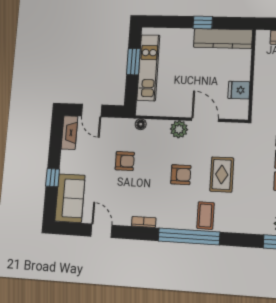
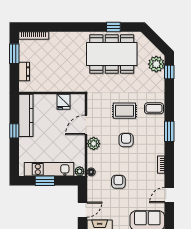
plant: (143, 109) -> (80, 171), added
coffee table: (205, 216) -> (154, 108), moved
window: (189, 236) -> (169, 131), width x0.47

